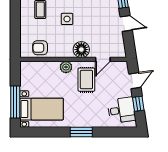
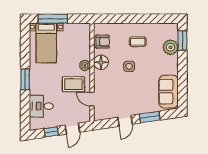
armchair: (40, 48) -> (103, 42), turned 90
floor lamp: (81, 50) -> (101, 62), moved
door: (135, 81) -> (72, 129), hinge flipped
desk: (121, 110) -> (41, 106), moved, turned 99

